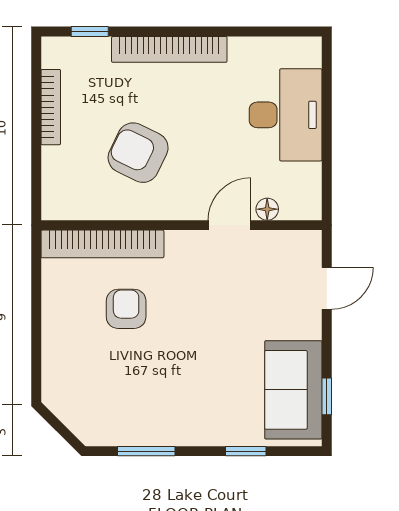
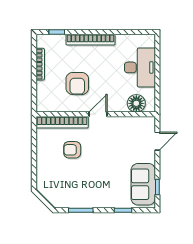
armchair: (138, 153) -> (77, 83), turned -116
floor lamp: (267, 209) -> (136, 103), width x1.89, depth x1.89
door: (230, 225) -> (98, 114), moved
armchair: (126, 309) -> (72, 150), turned -90

